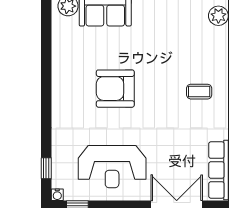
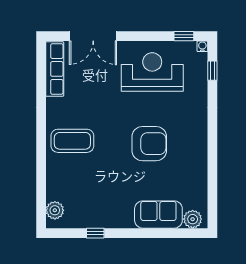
coffee table: (199, 92) -> (72, 141), width x1.86, depth x1.72

